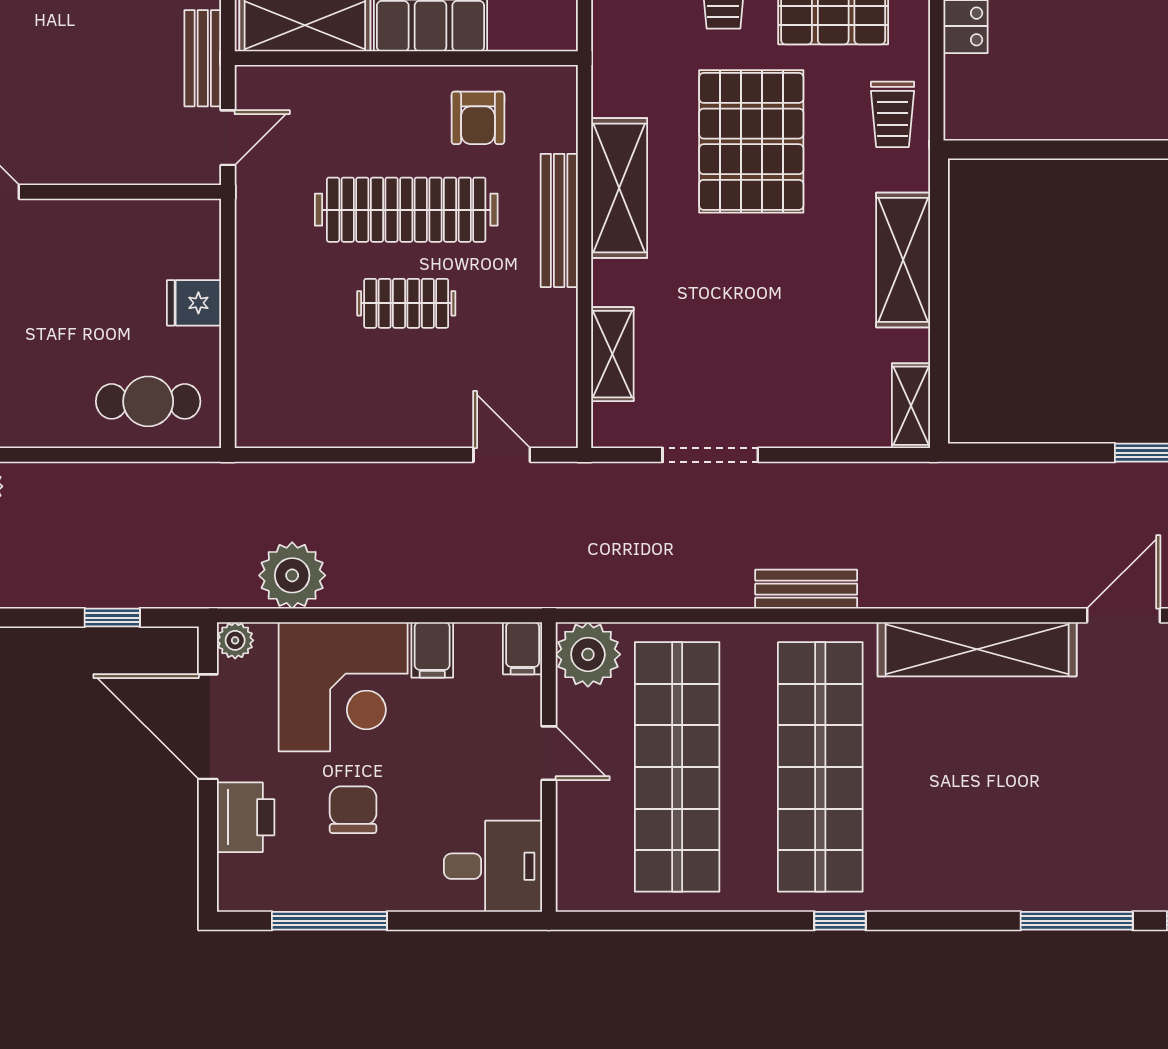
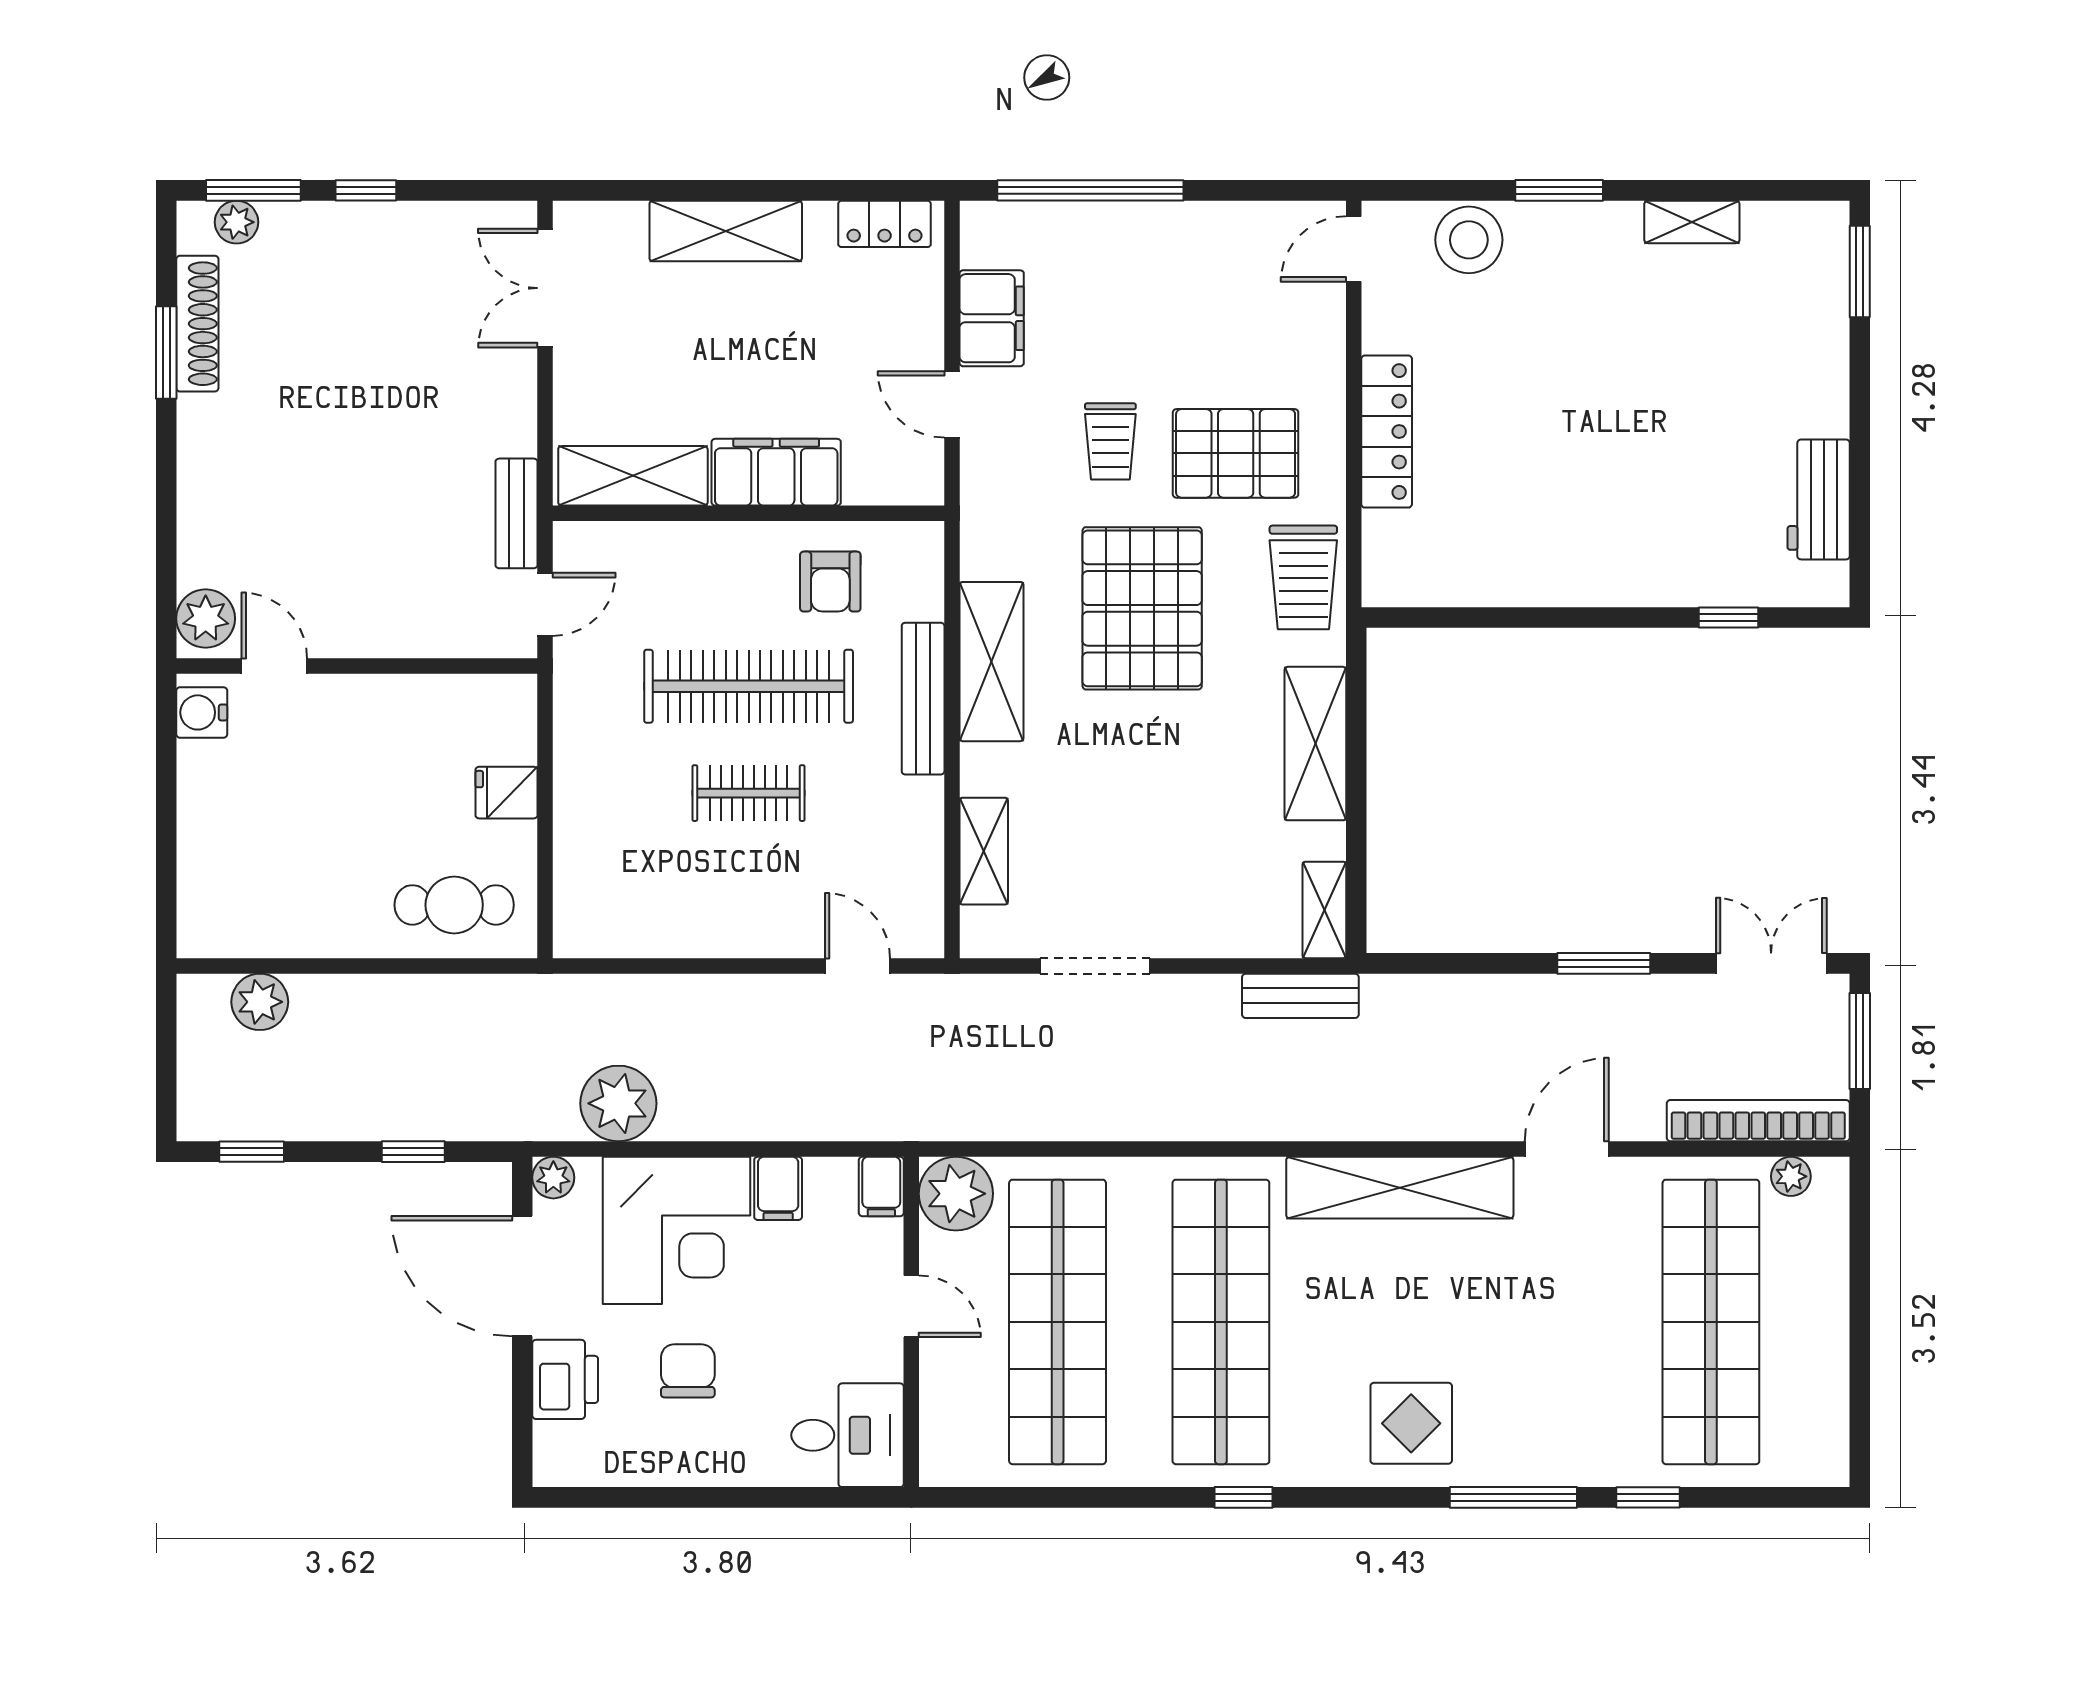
trolley: (893, 114) -> (1303, 577), width x1.36, depth x1.39
bench: (806, 589) -> (1300, 996), moved
display table: (987, 856) -> (1411, 1423), added
window: (329, 921) -> (661, 1497), removed

